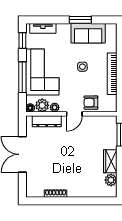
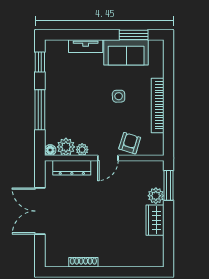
window: (80, 20) -> (134, 35), moved
tv unit: (43, 28) -> (86, 46), moved
corner sofa: (42, 72) -> (66, 103), removed
armchair: (91, 103) -> (130, 143), turned 107
plant: (111, 180) -> (156, 196), moved

